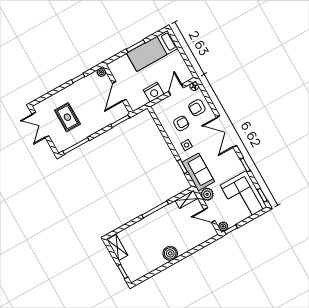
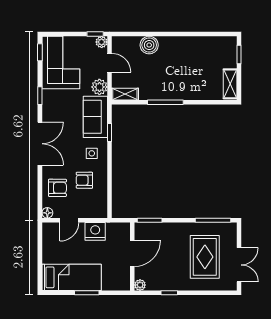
rug: (67, 117) -> (205, 257), width x1.36, depth x1.43
boiler: (170, 253) -> (149, 45), moved

